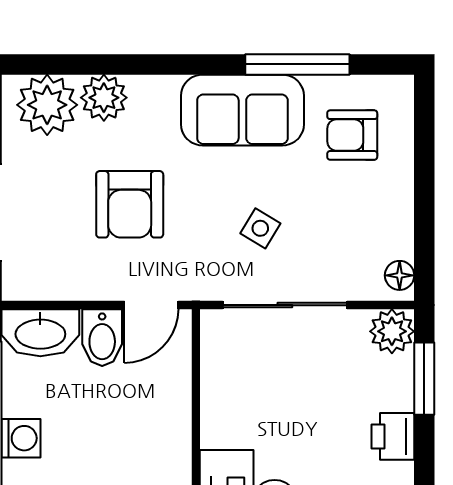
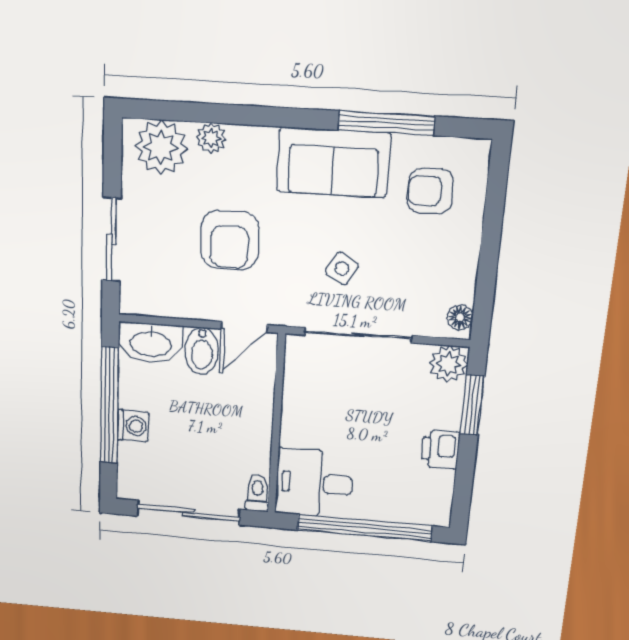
plant: (104, 98) -> (211, 138), width x0.73, depth x0.73

